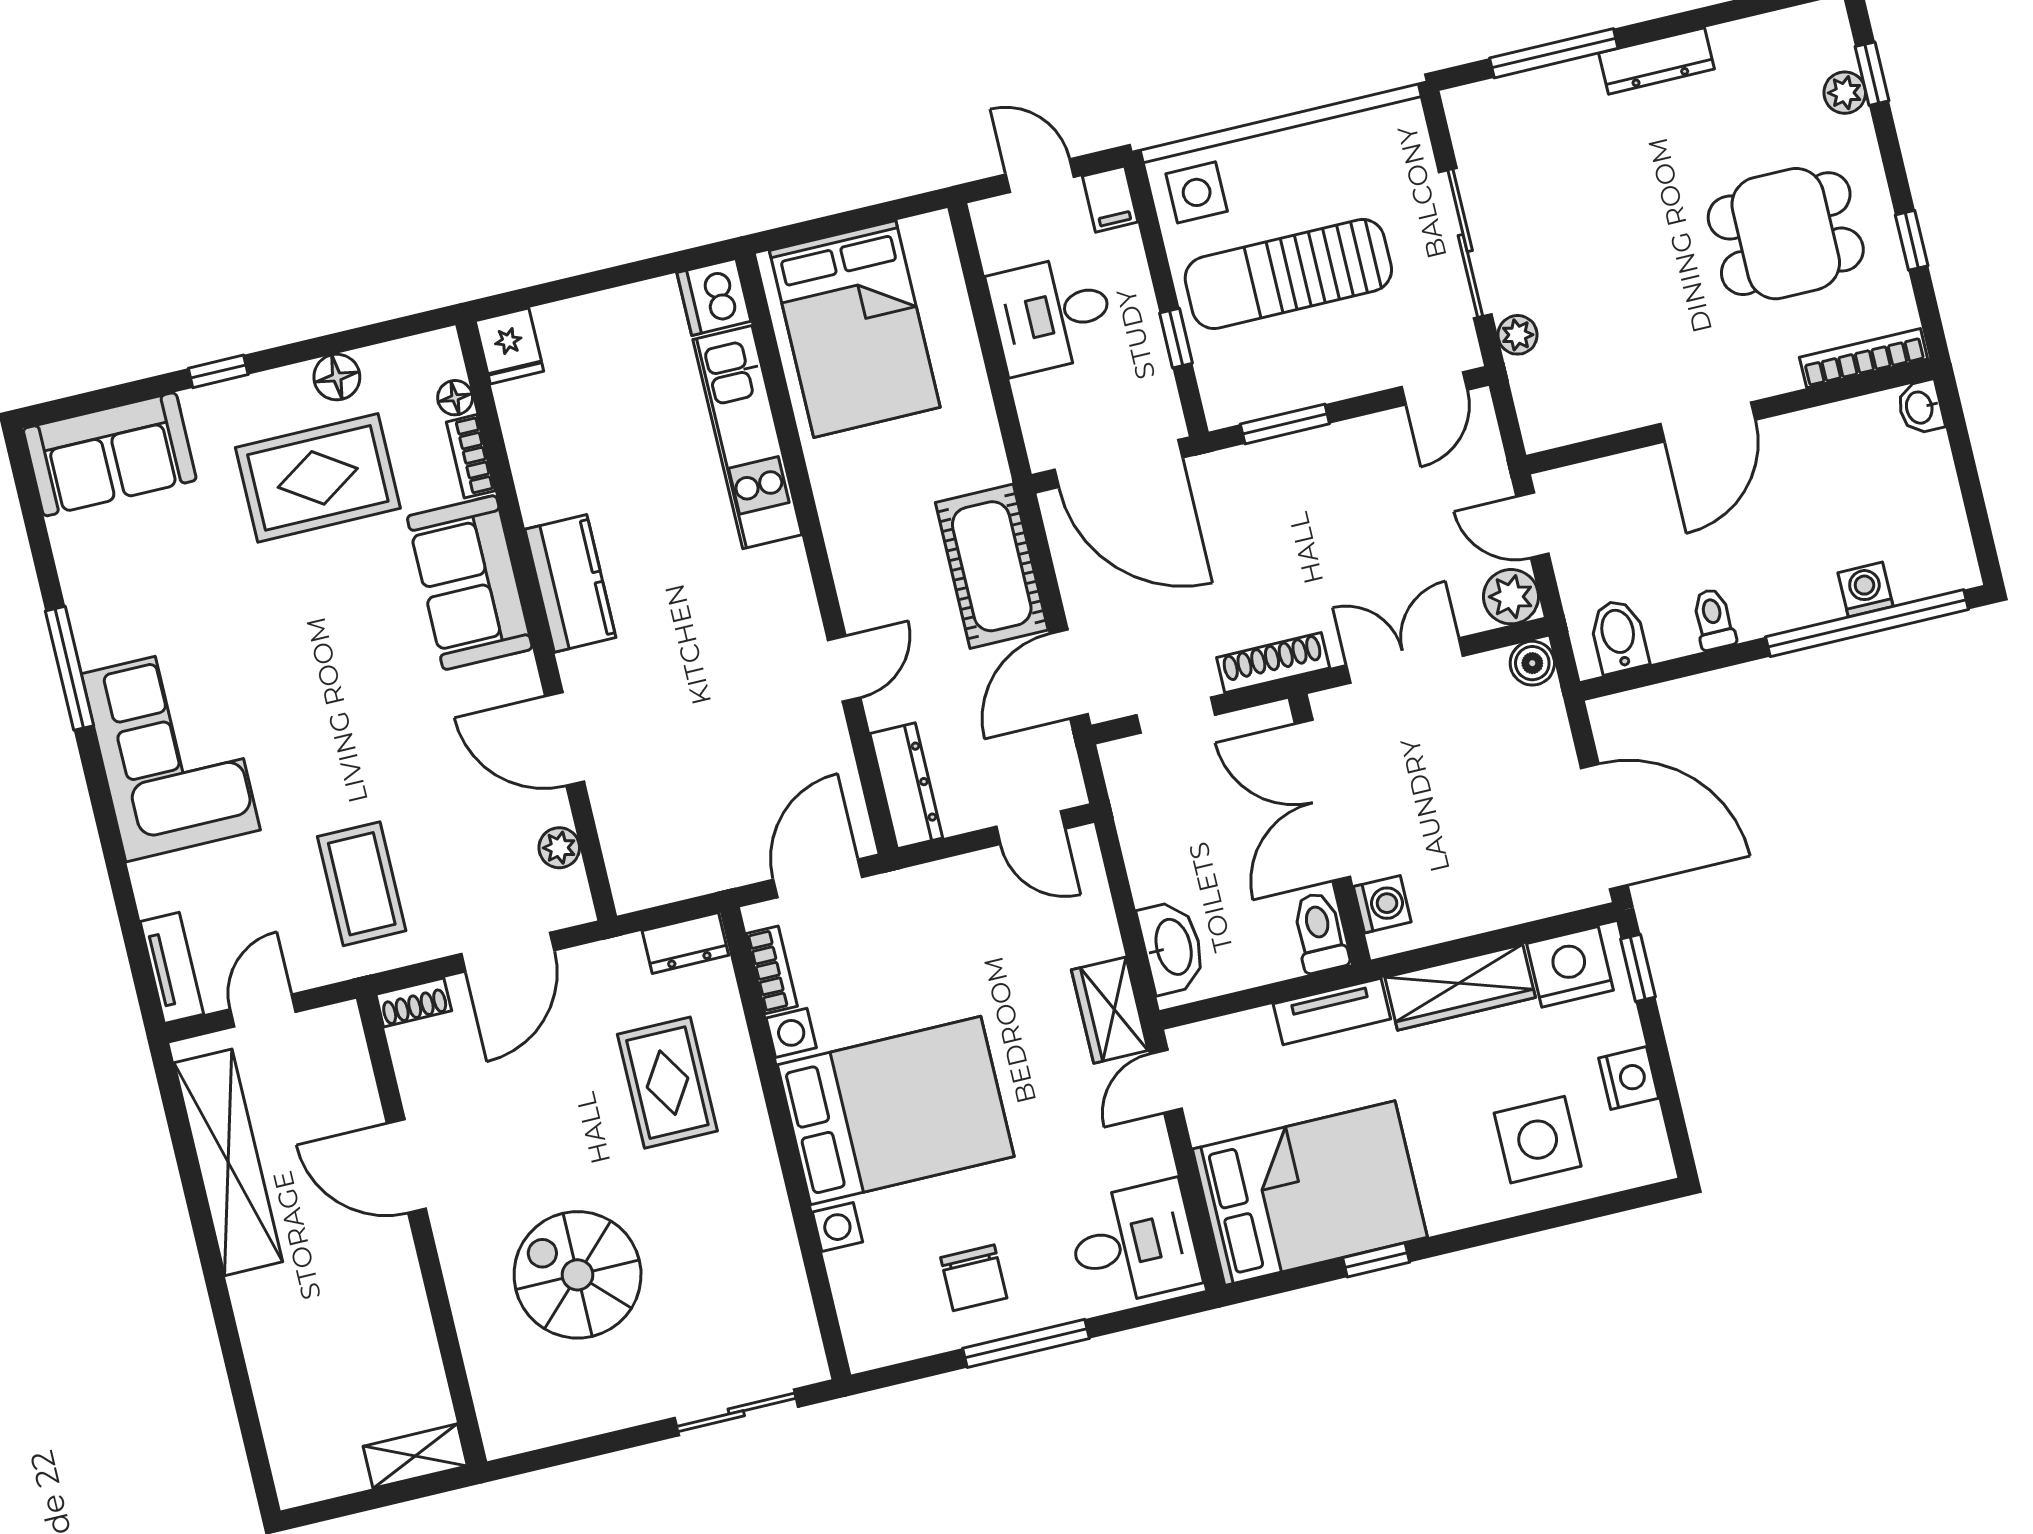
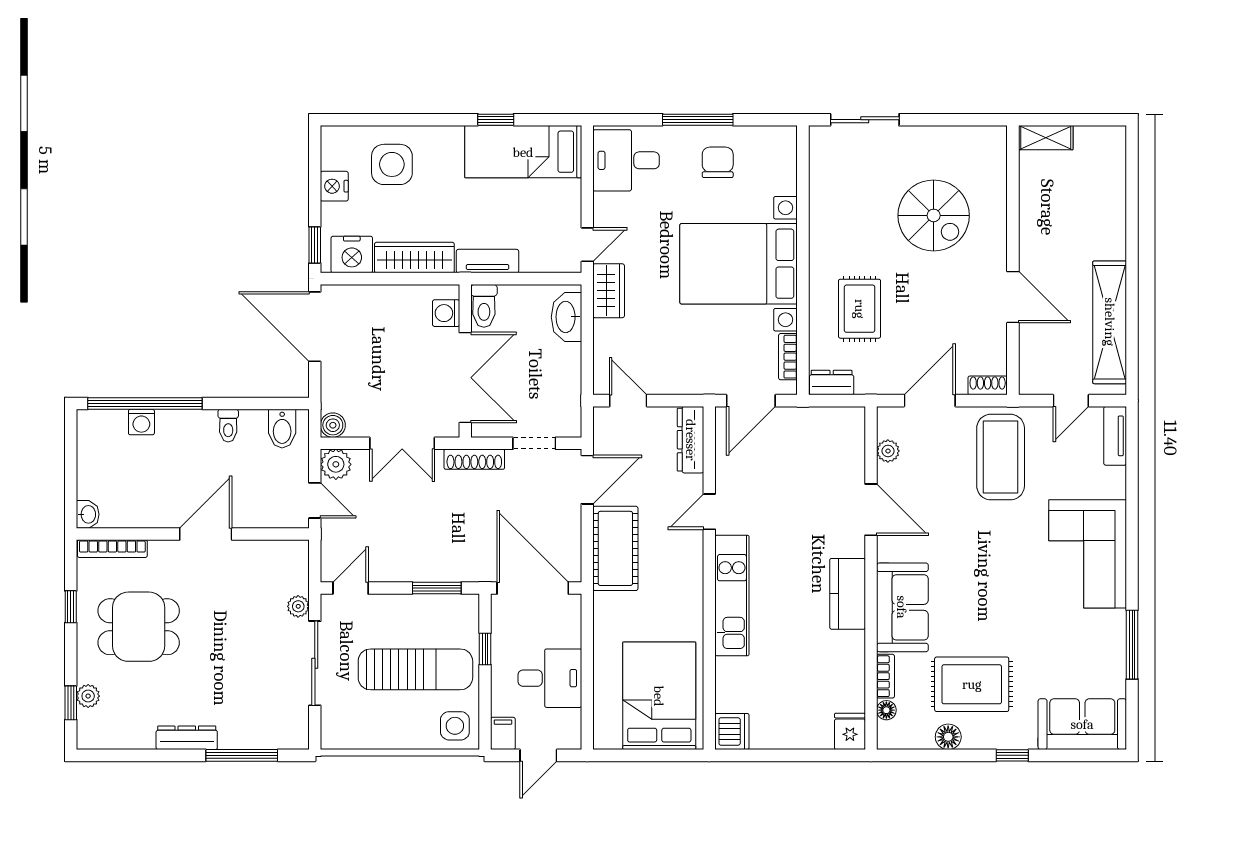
door: (1040, 176) -> (538, 755), hinge flipped
kitchen unit: (747, 437) -> (732, 595), moved
window: (69, 668) -> (1132, 645), moved
coffee table: (362, 884) -> (1001, 457), width x1.36, depth x1.32
bed: (1310, 1193) -> (523, 152), width x0.67

